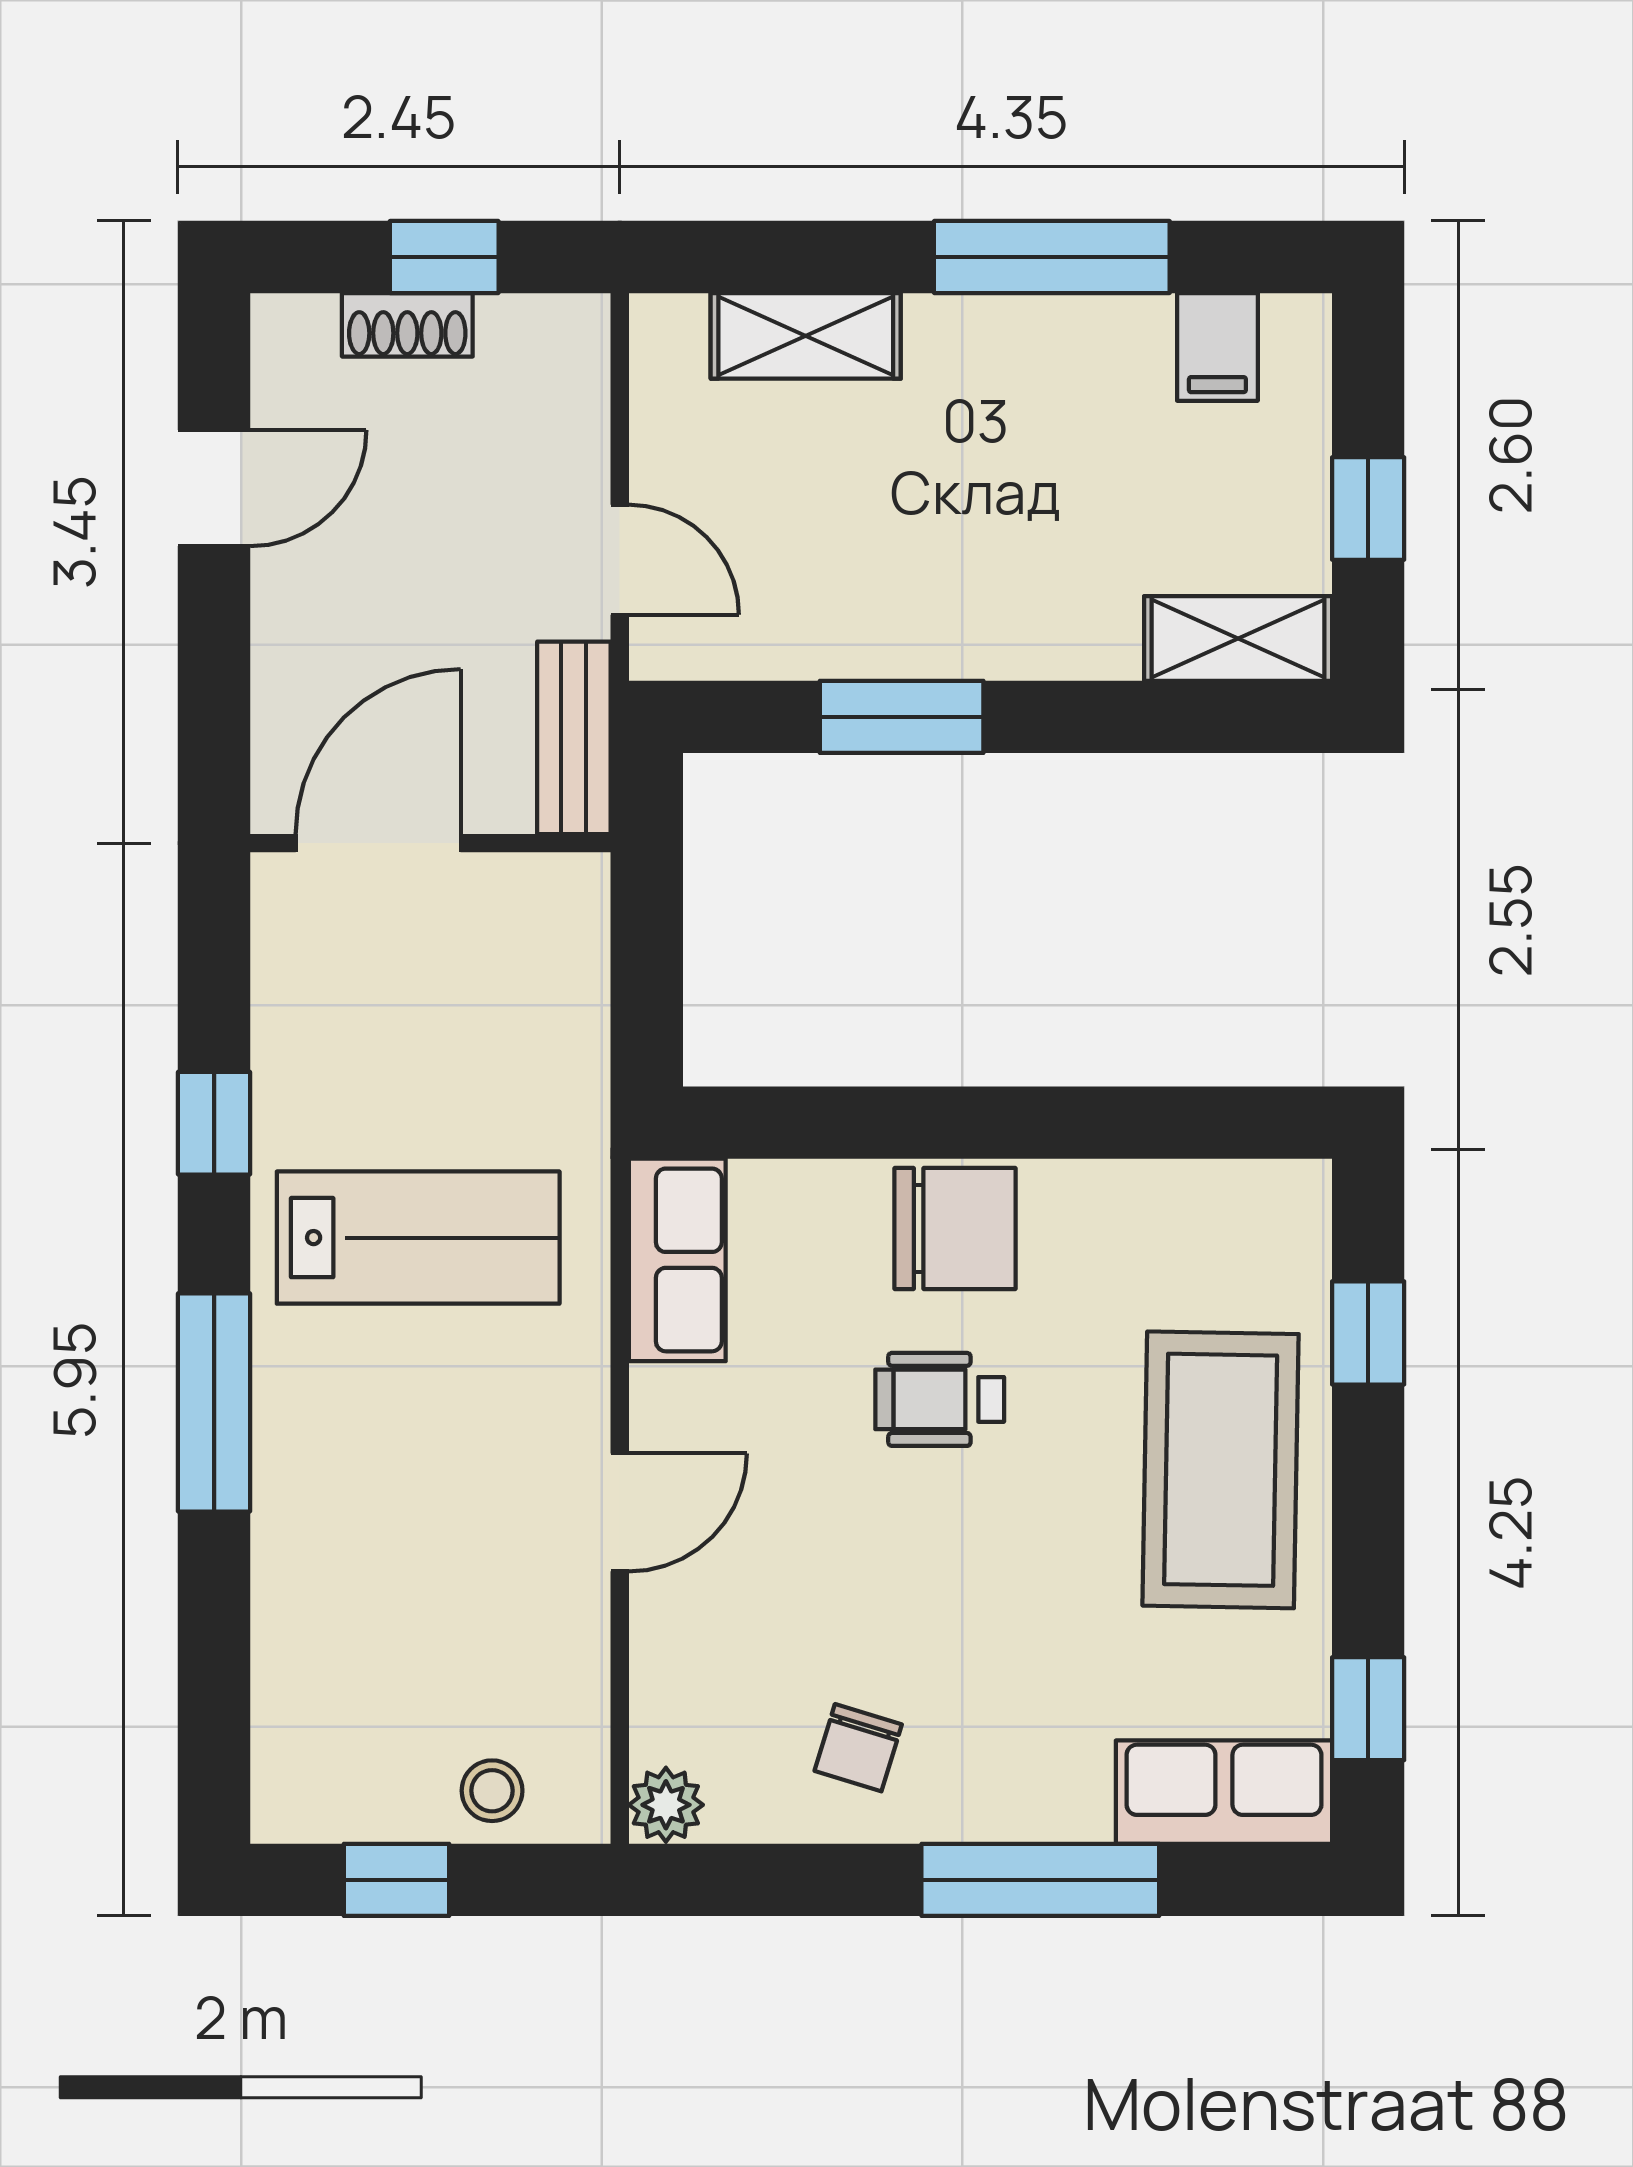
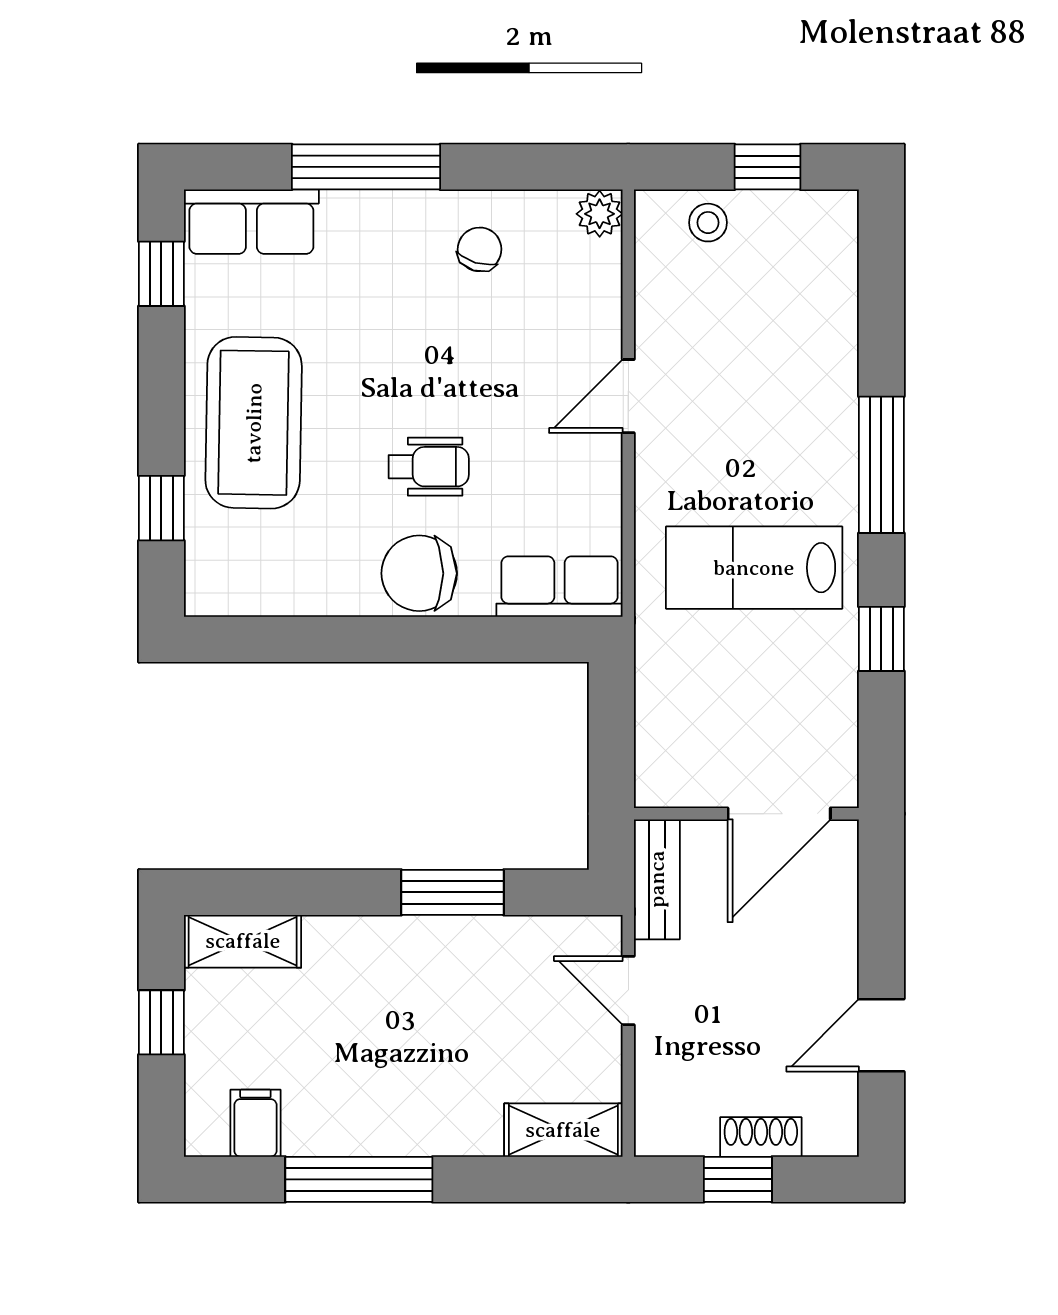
shelving: (806, 336) -> (563, 1130), moved
row of seats: (677, 1260) -> (560, 587), moved, turned 90

